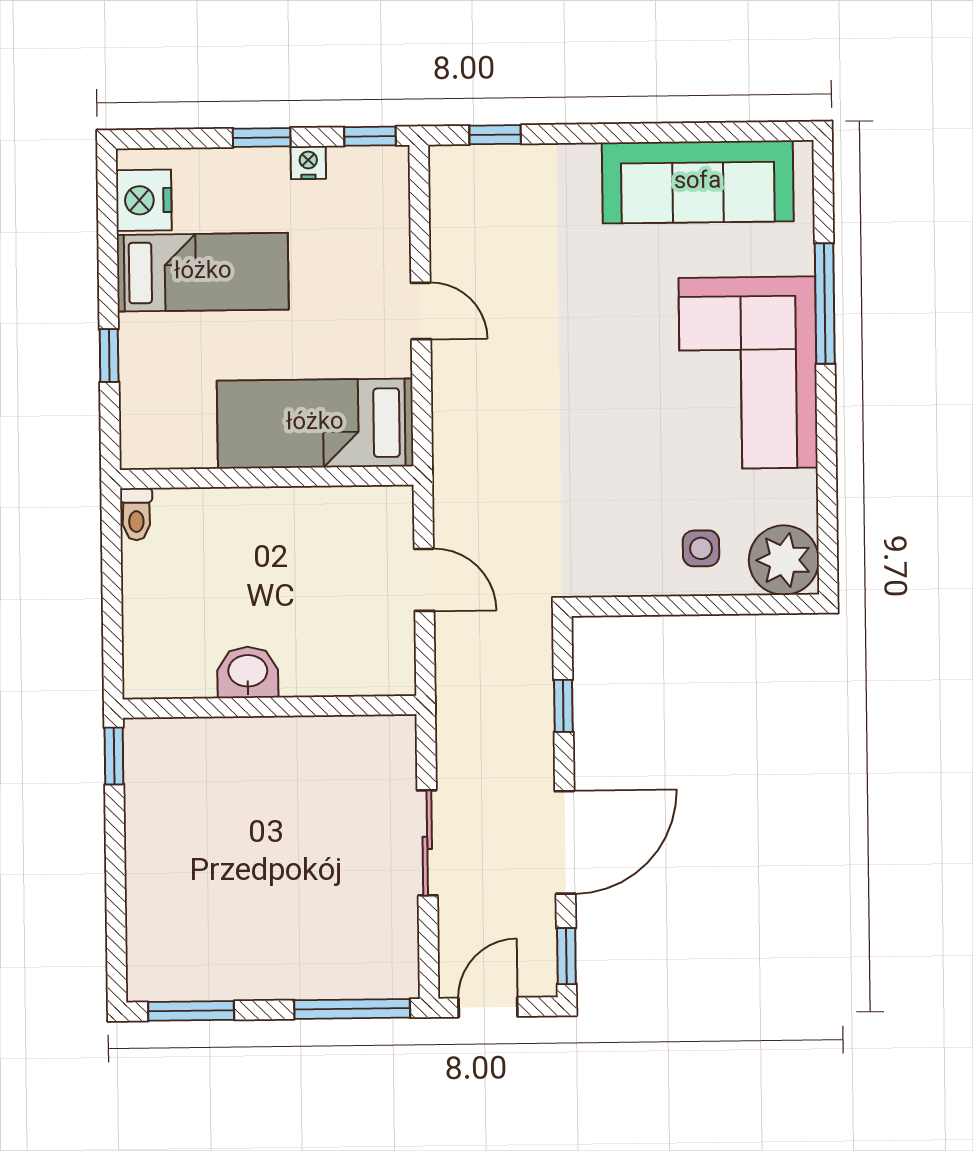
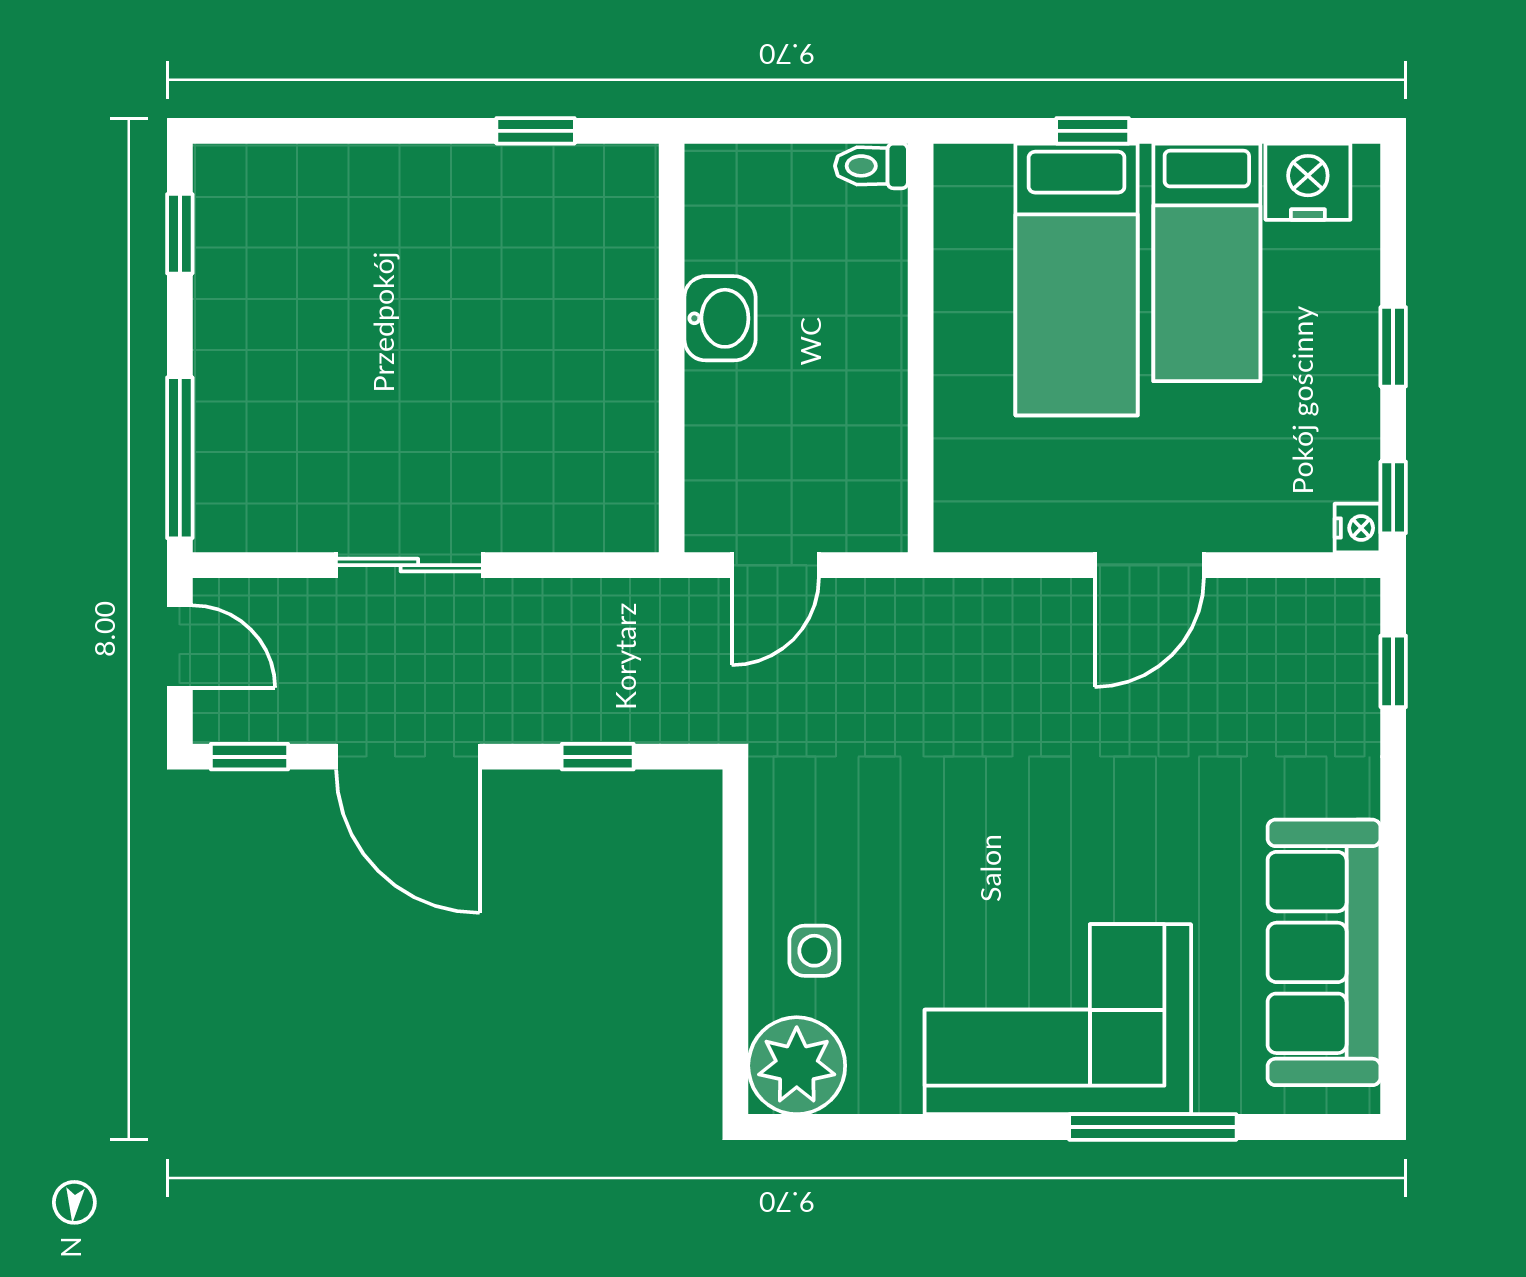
nightstand: (308, 163) -> (1357, 528), moved
door: (421, 311) -> (1149, 565), width x1.37
bed: (315, 423) -> (1077, 280), moved, turned 180
washbasin: (248, 672) -> (720, 318), moved
wall: (269, 707) -> (672, 348), moved
window: (191, 1011) -> (180, 234), width x0.67

